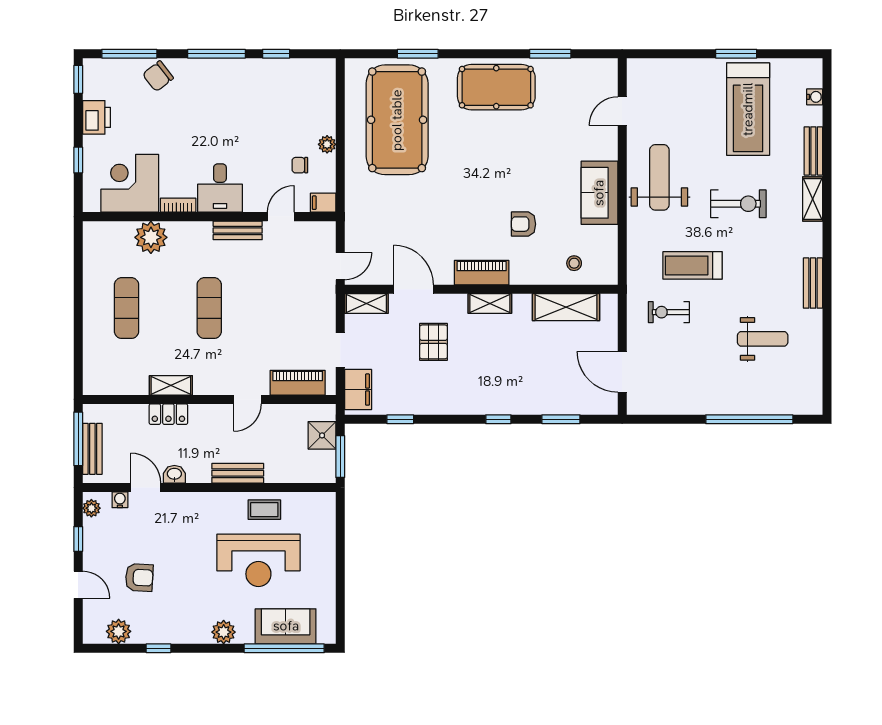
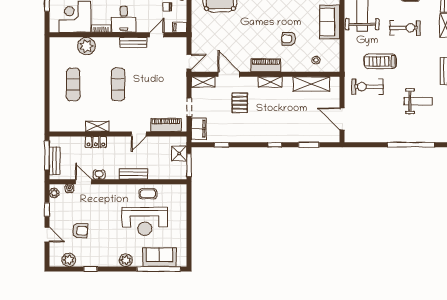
exercise bike: (669, 312) -> (367, 87), width x1.38, depth x1.39

